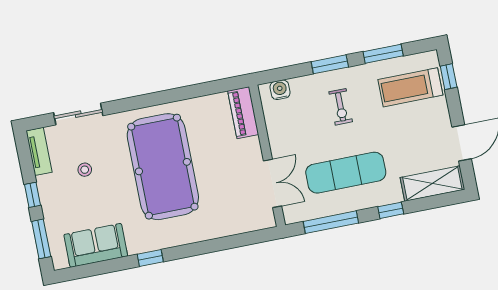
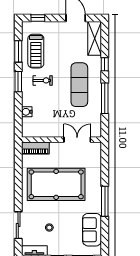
treadmill: (410, 87) -> (36, 51), moved
piano: (243, 113) -> (35, 148), moved
wall: (267, 156) -> (62, 140), moved
double door: (273, 183) -> (77, 140), moved
window: (150, 258) -> (105, 201), width x2.17

